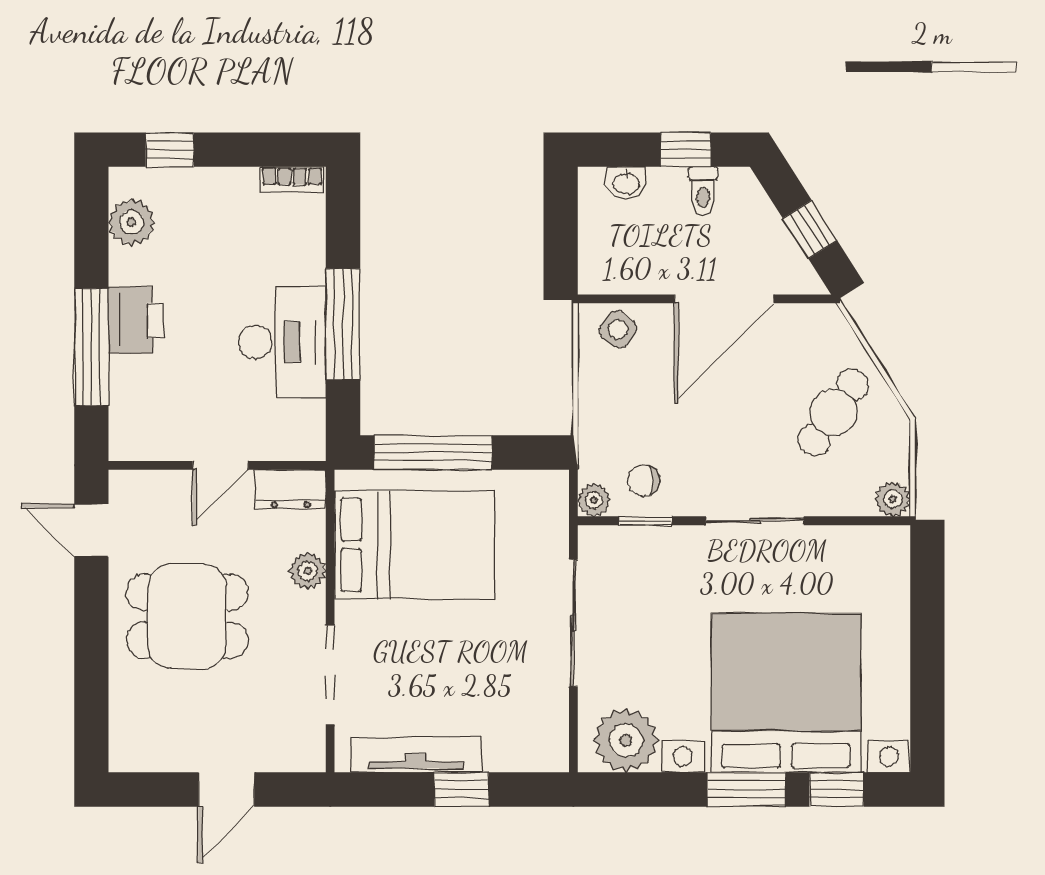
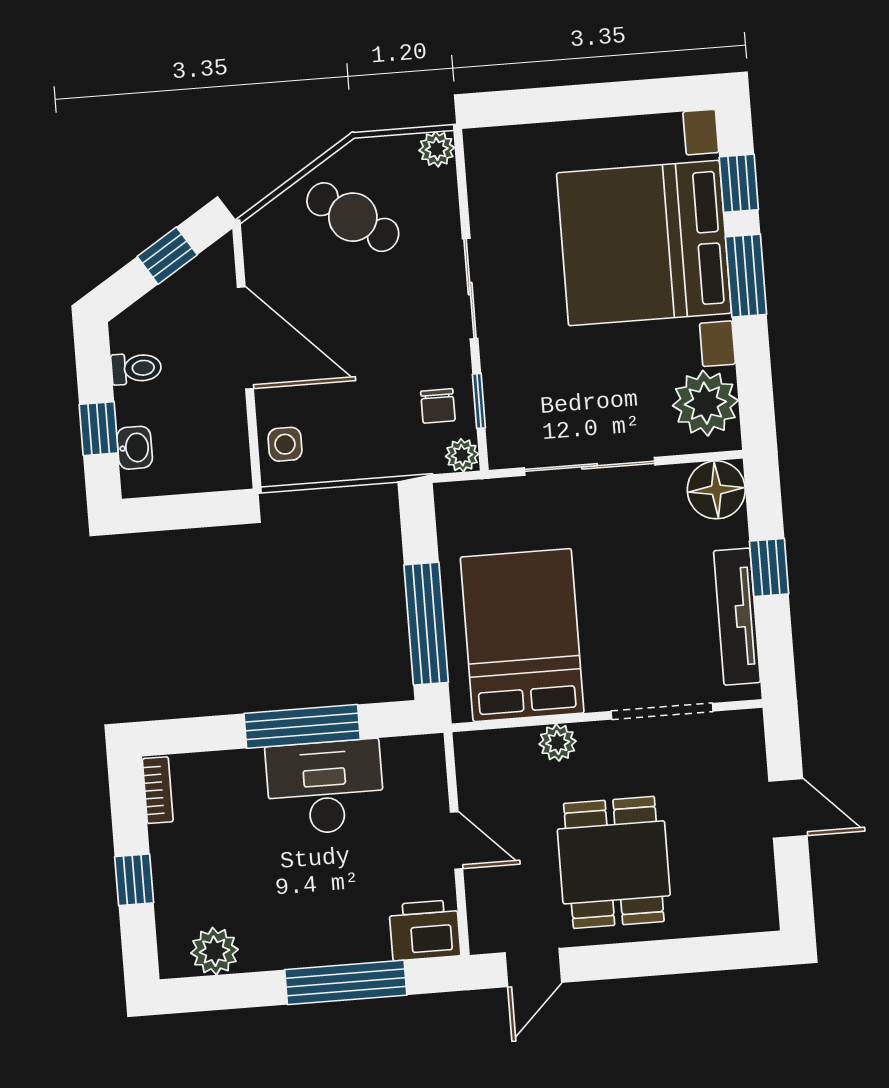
window: (170, 150) -> (134, 880), moved
window: (686, 150) -> (99, 429), moved
printer: (136, 320) -> (425, 930), moved
side table: (618, 329) -> (285, 444), turned -38
dresser: (291, 489) -> (475, 767), removed
floor lamp: (541, 744) -> (716, 490), added

